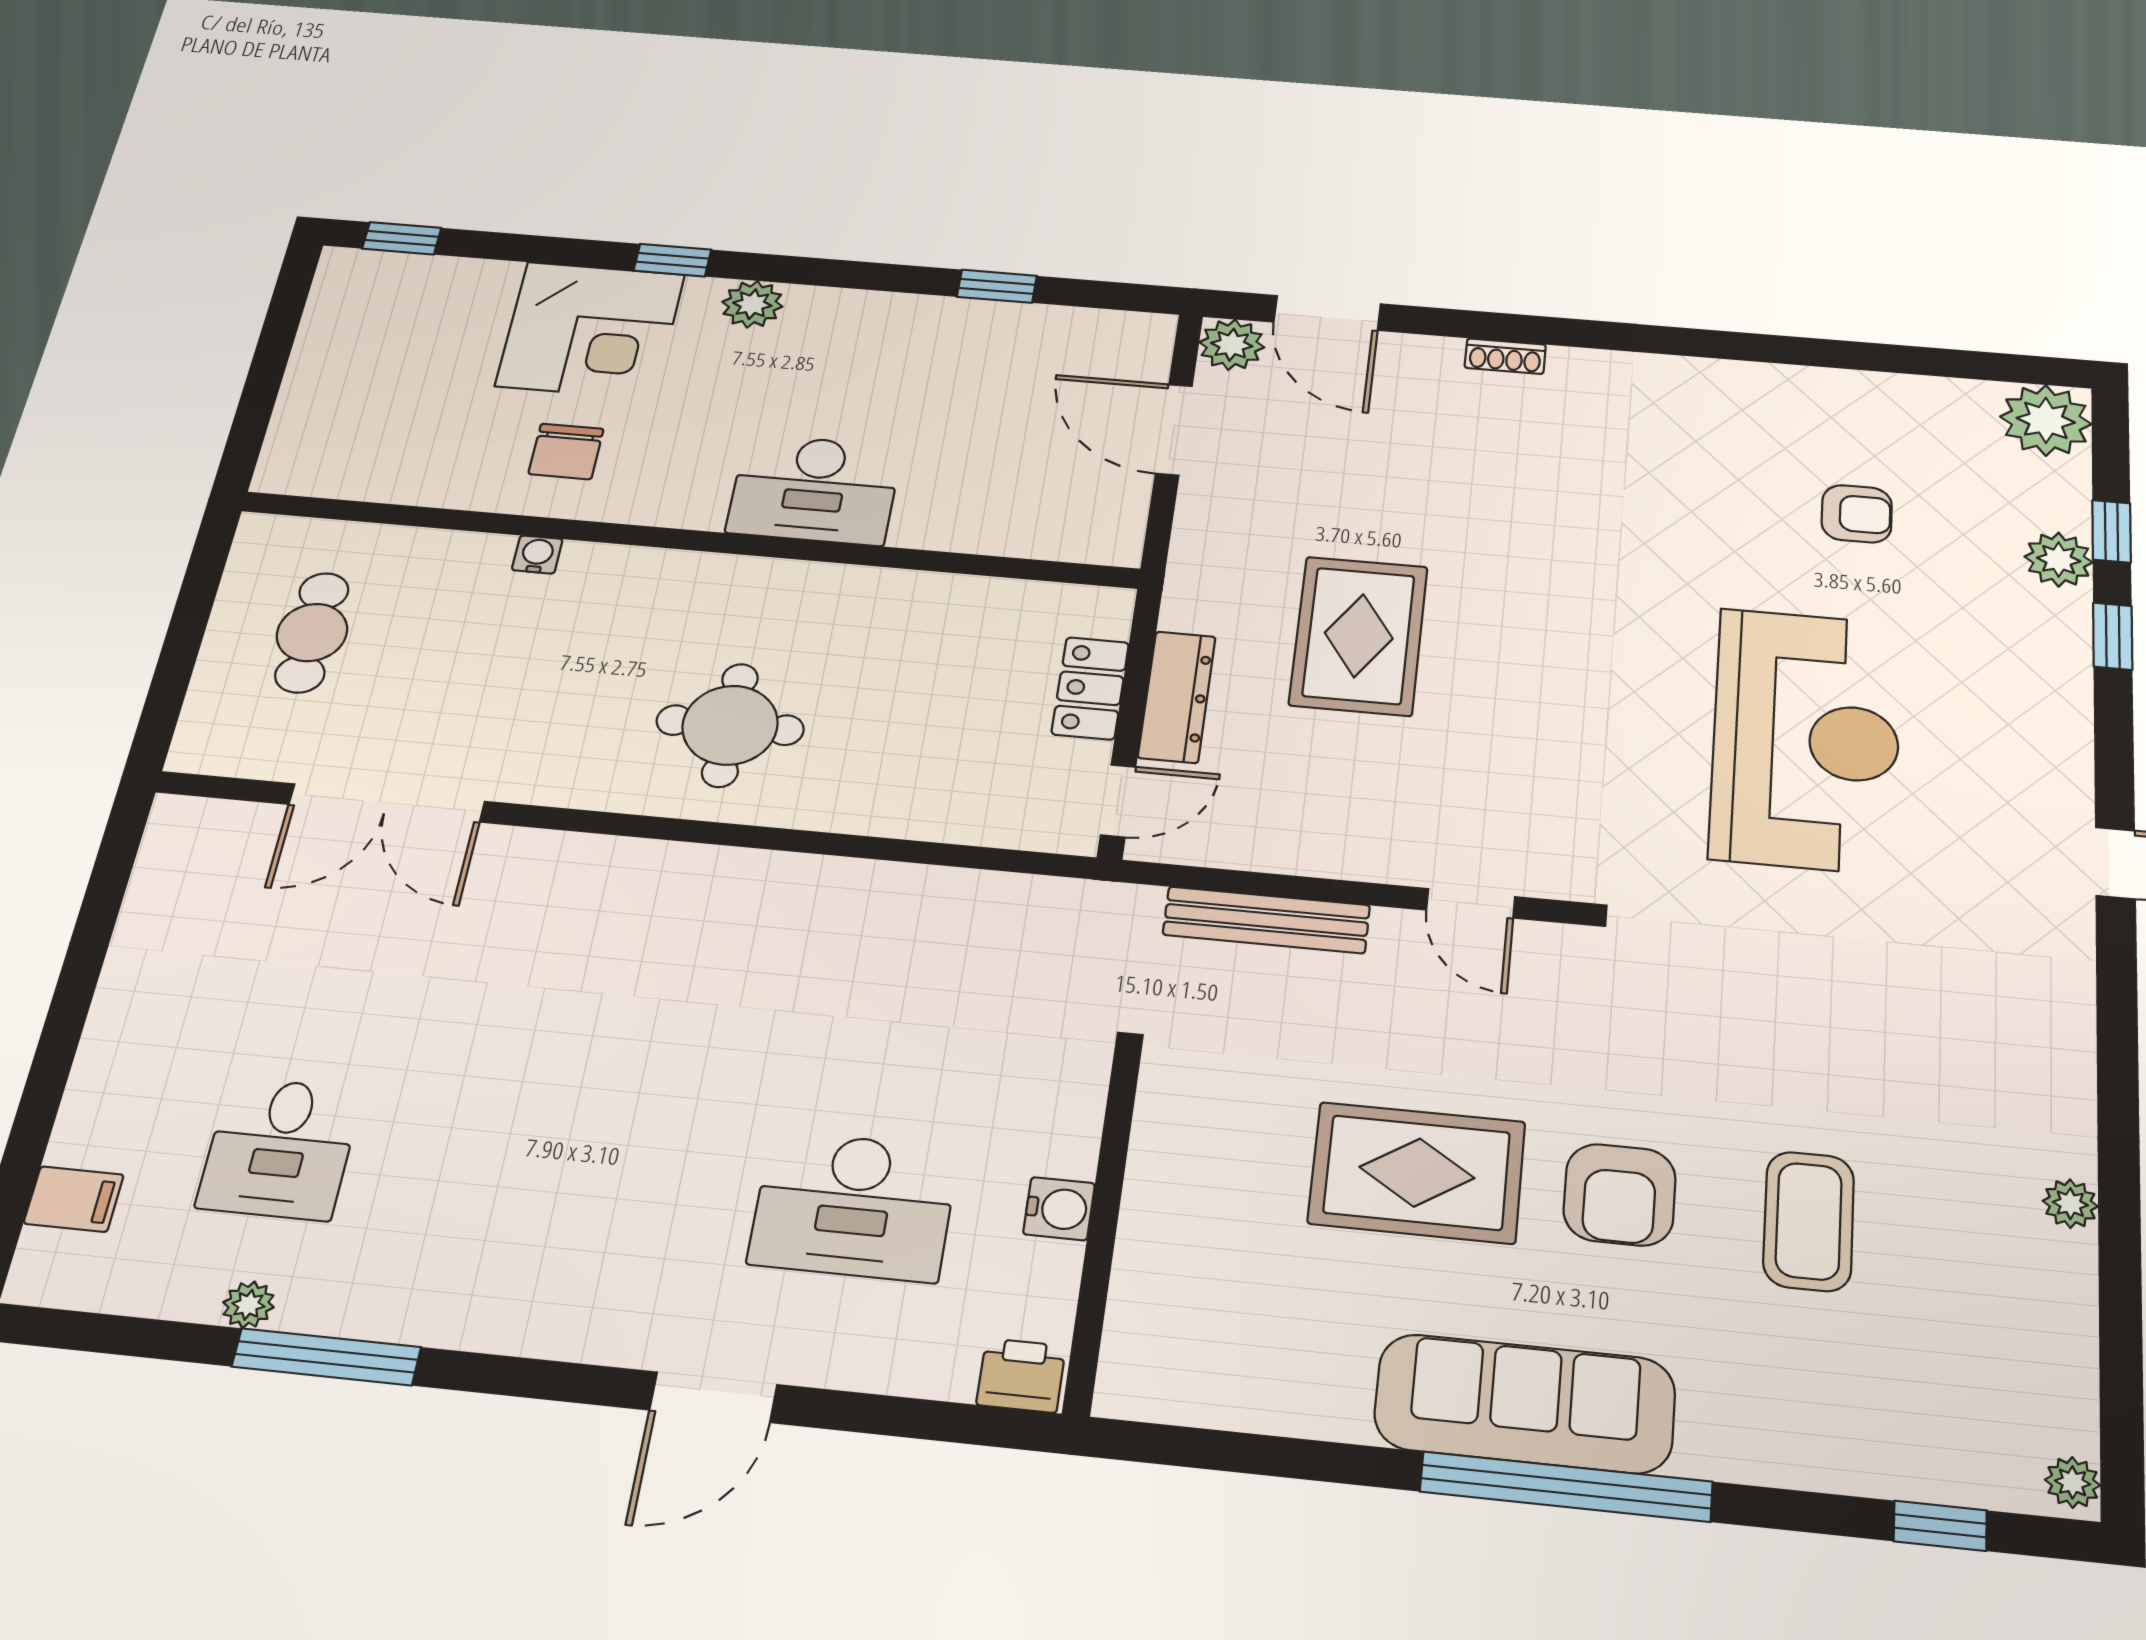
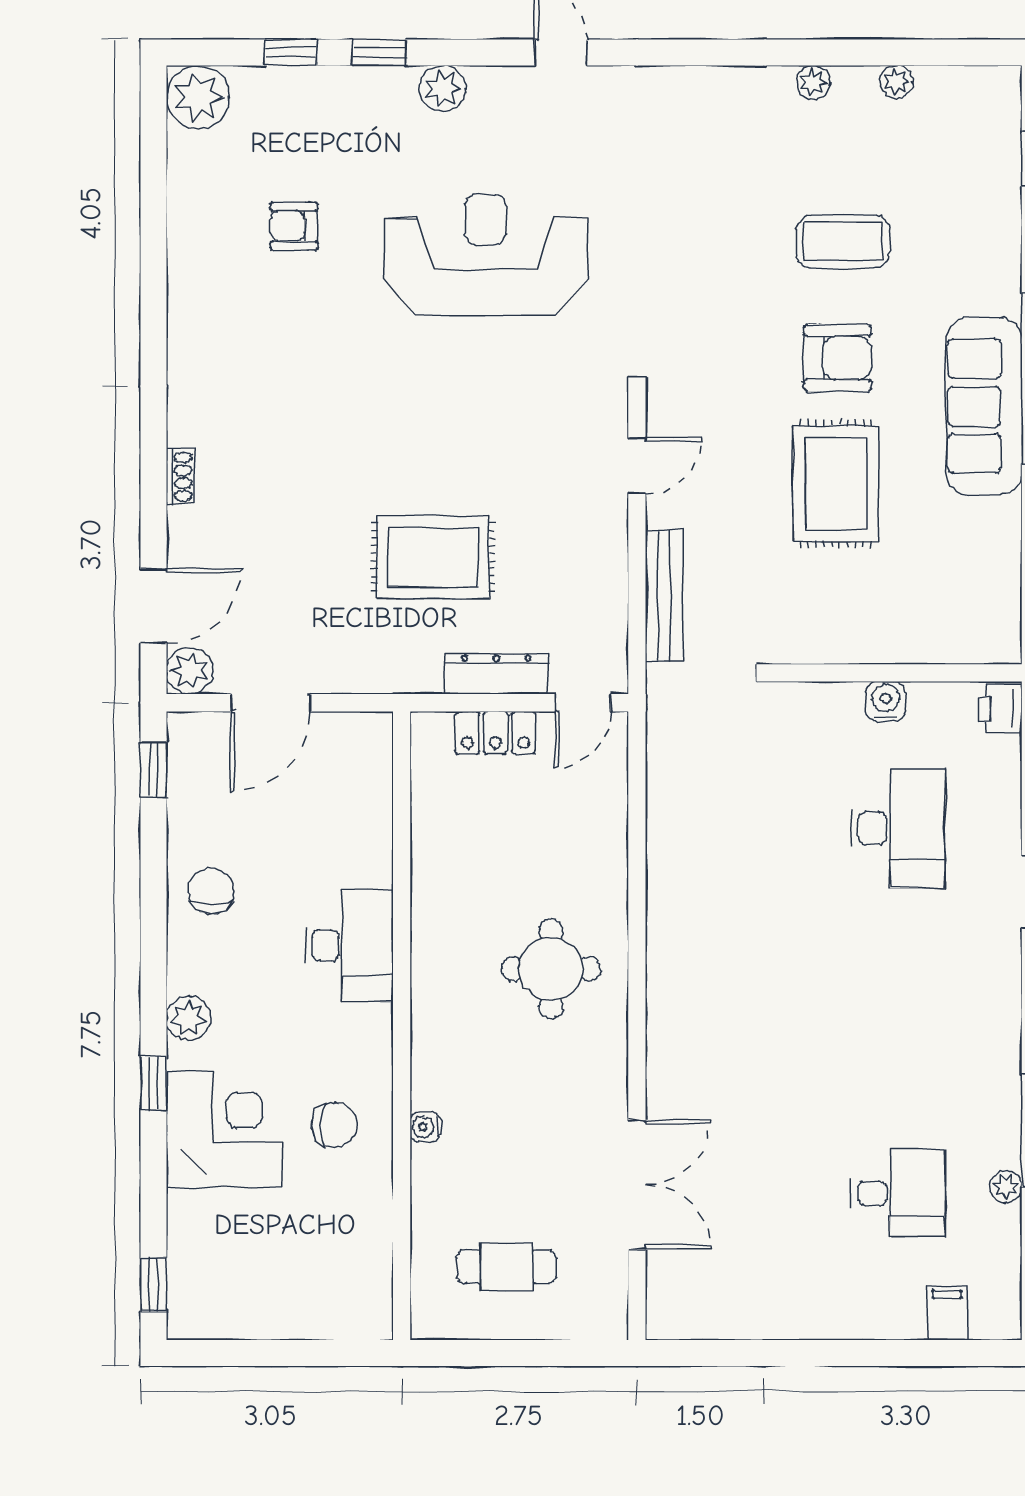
window: (997, 286) -> (154, 770), moved
chair: (922, 343) -> (211, 891), added
armchair: (1857, 514) -> (294, 226), turned -90
plant: (2059, 560) -> (443, 89), moved
door: (1118, 801) -> (583, 703), swing flipped
plant: (2073, 1482) -> (896, 82), moved

